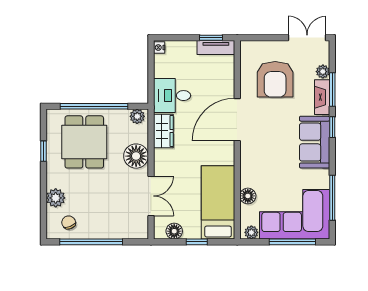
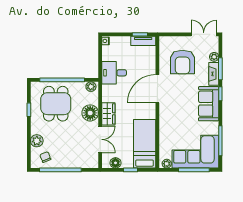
wardrobe: (163, 131) -> (108, 114), moved
floor lamp: (248, 196) -> (164, 139), removed

